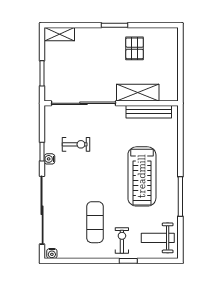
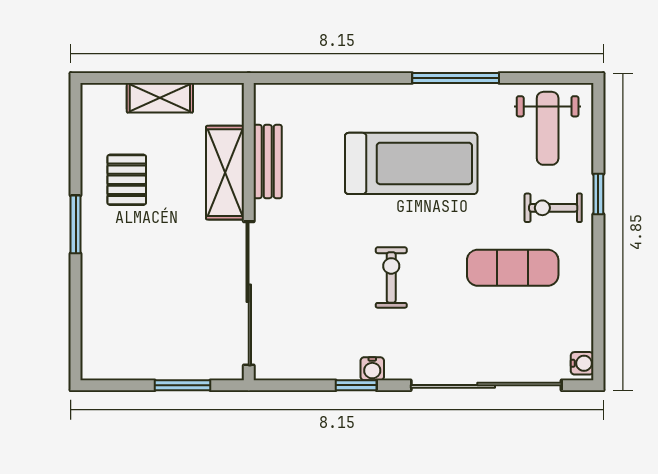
shelving: (59, 34) -> (160, 98), moved, turned 90
pallet: (135, 48) -> (127, 180), turned 90
bench: (149, 112) -> (268, 162), width x0.73
exercise bike: (76, 144) -> (391, 277), moved

